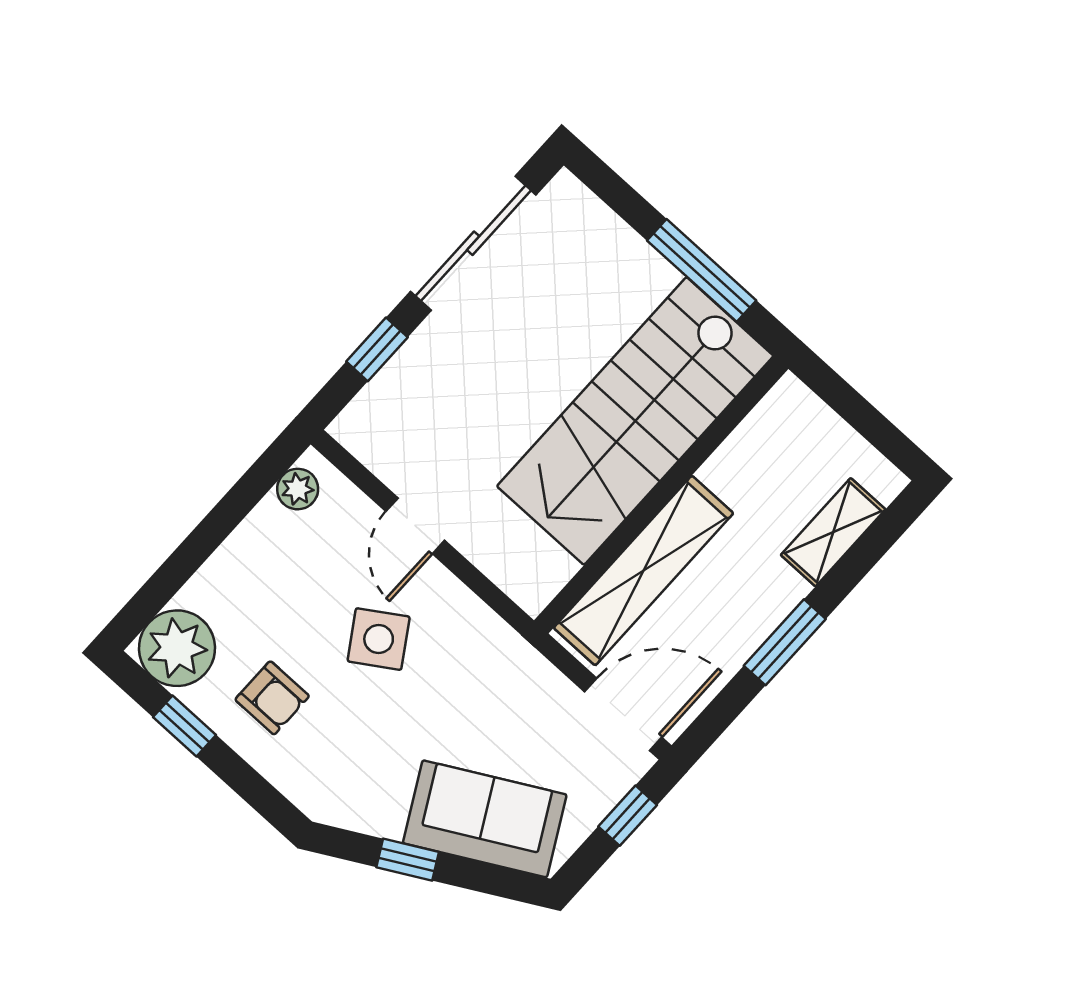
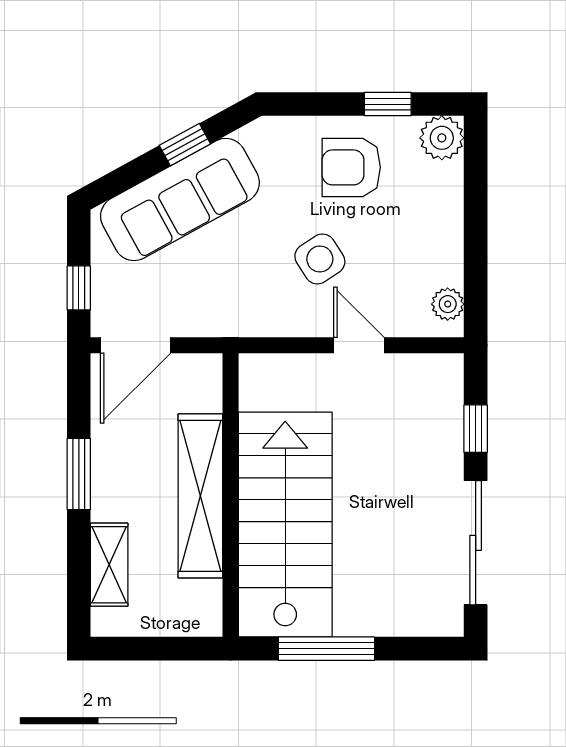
shelving: (643, 571) -> (200, 496), moved
plant: (177, 648) -> (442, 138), width x0.73, depth x0.73
armchair: (272, 698) -> (351, 167), width x1.38, depth x1.38
sofa: (485, 819) -> (180, 199), width x1.36

